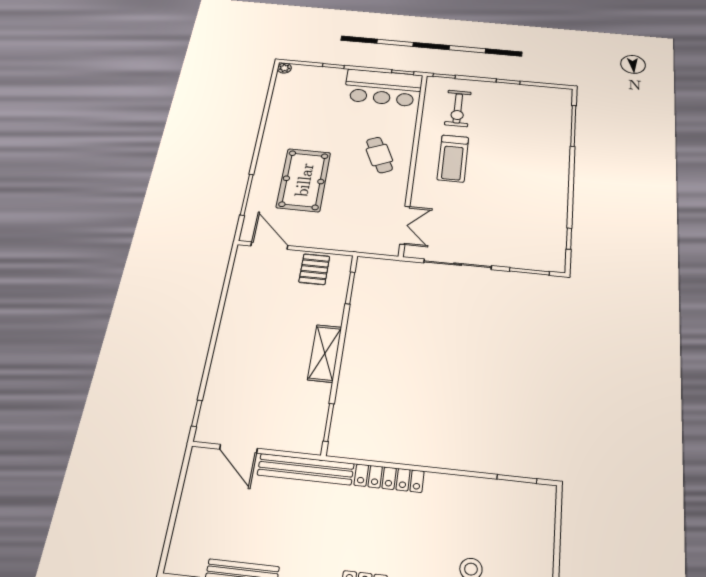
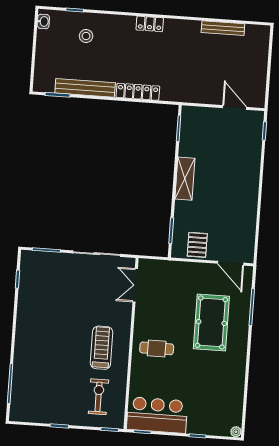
cafe table: (379, 155) -> (157, 348), turned -66
bench: (306, 469) -> (85, 88), moved

